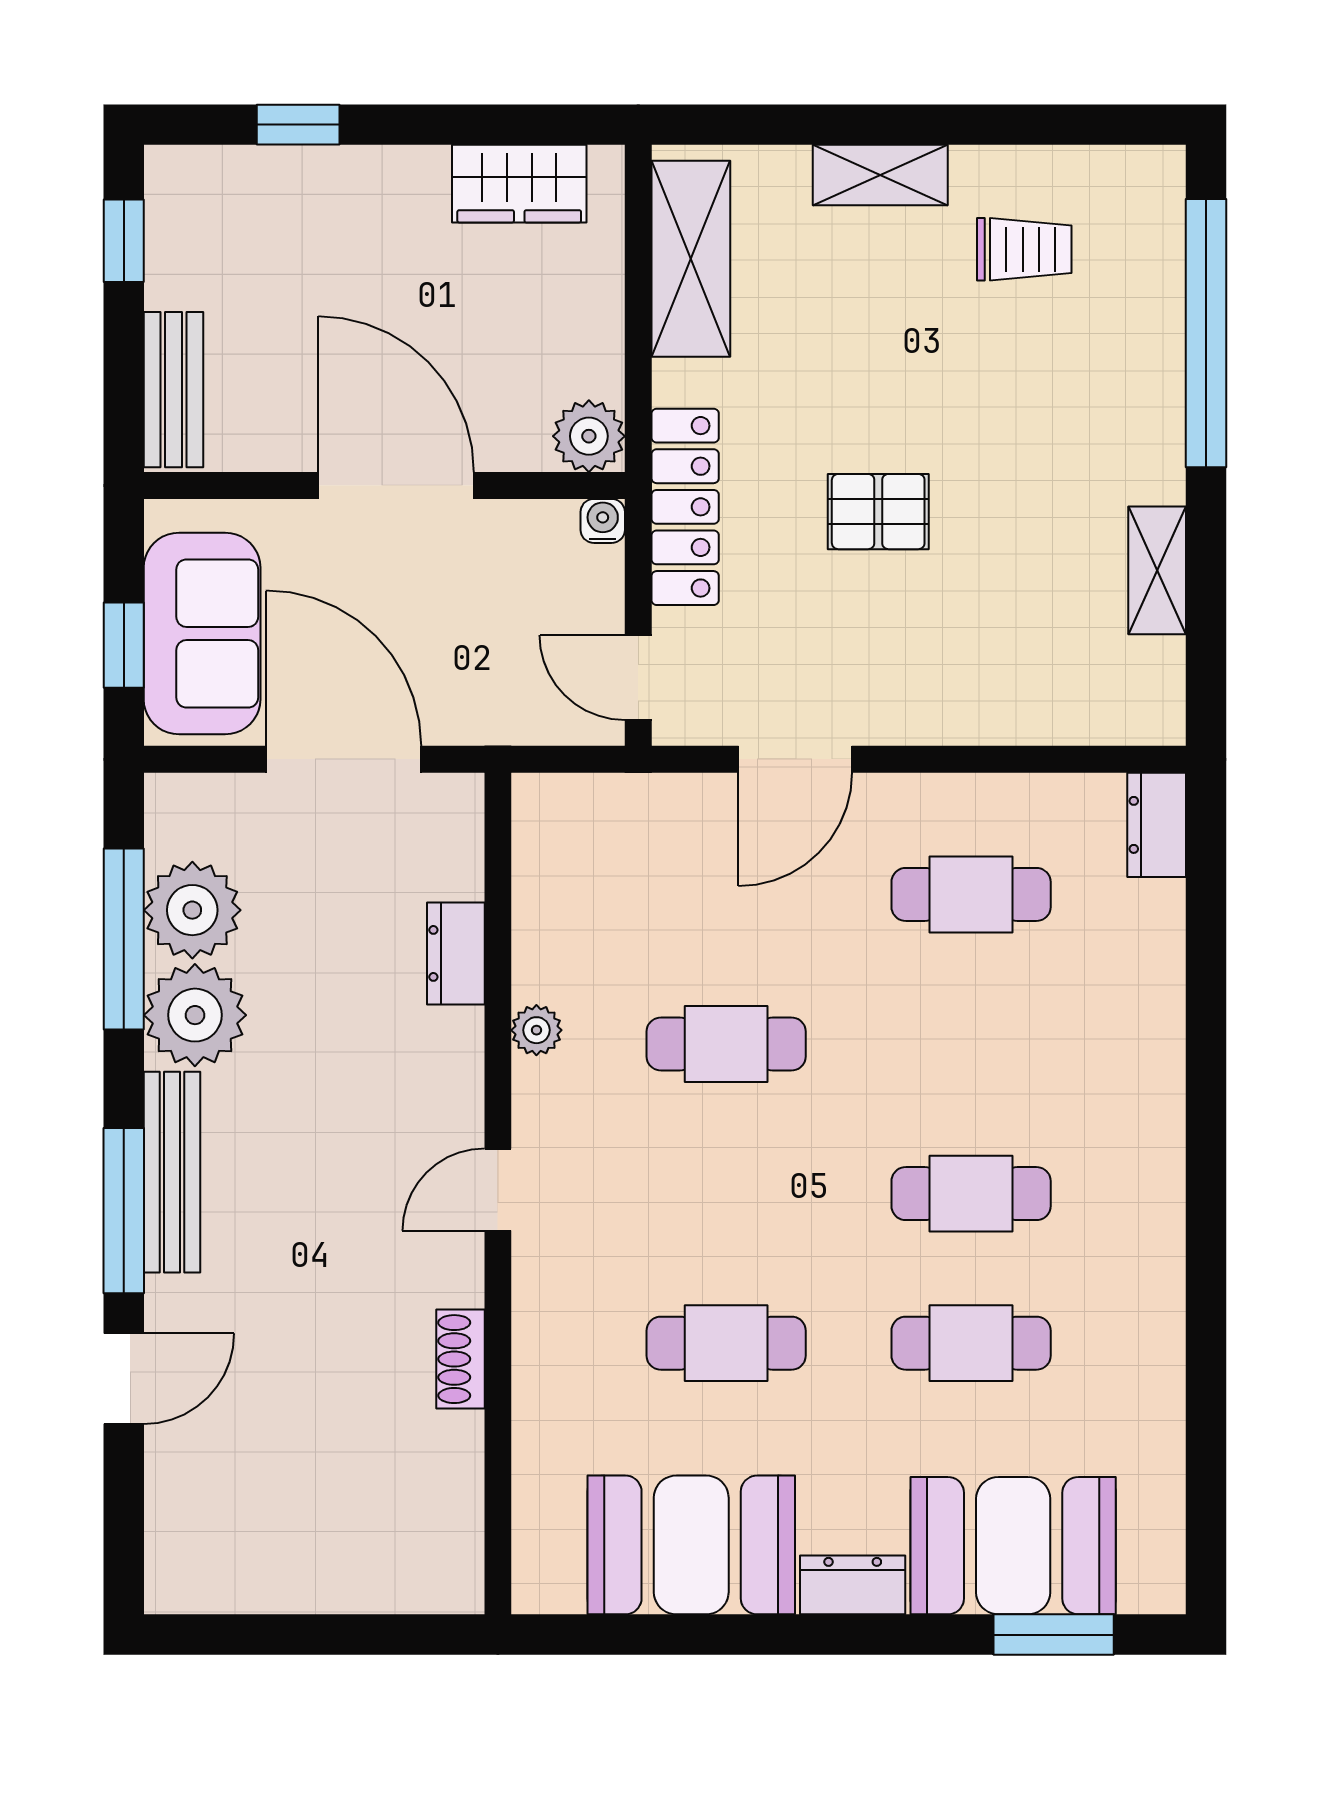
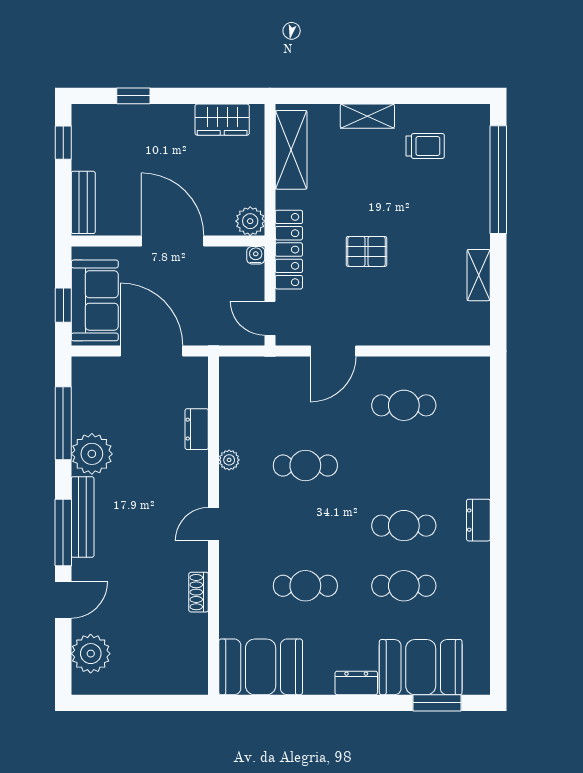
dresser: (1157, 825) -> (478, 520), moved
plant: (192, 910) -> (91, 654), moved
booth: (691, 1545) -> (261, 667), moved

